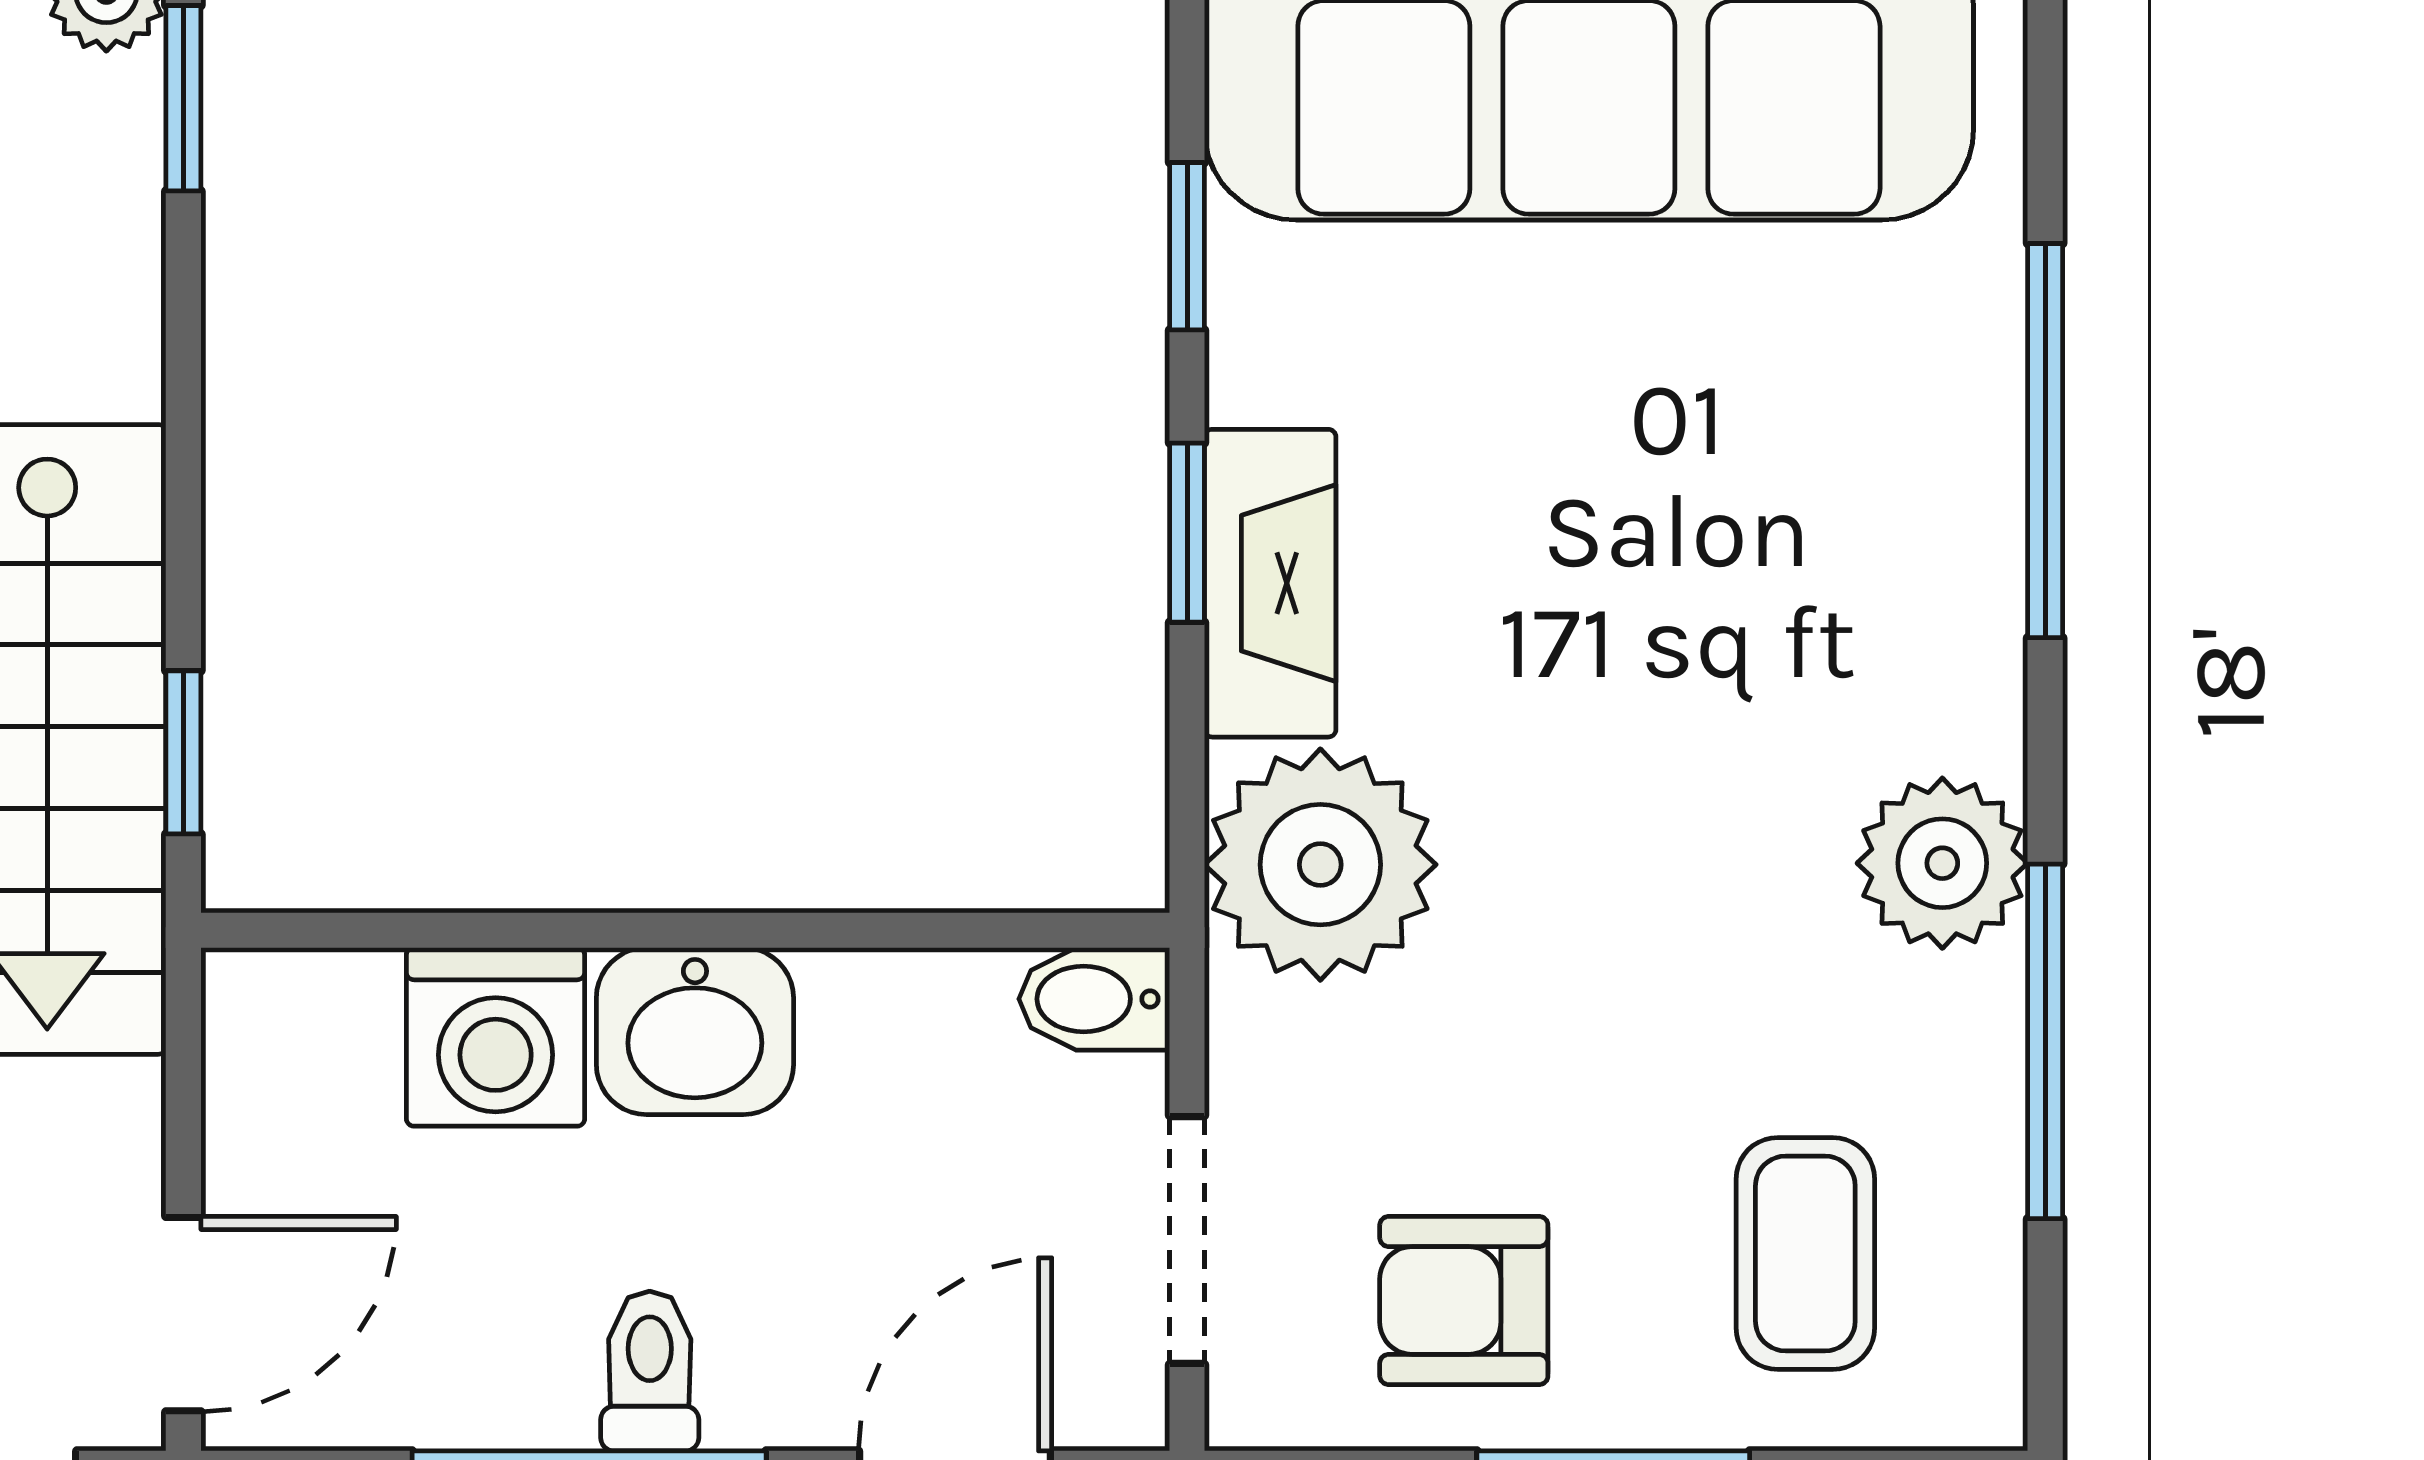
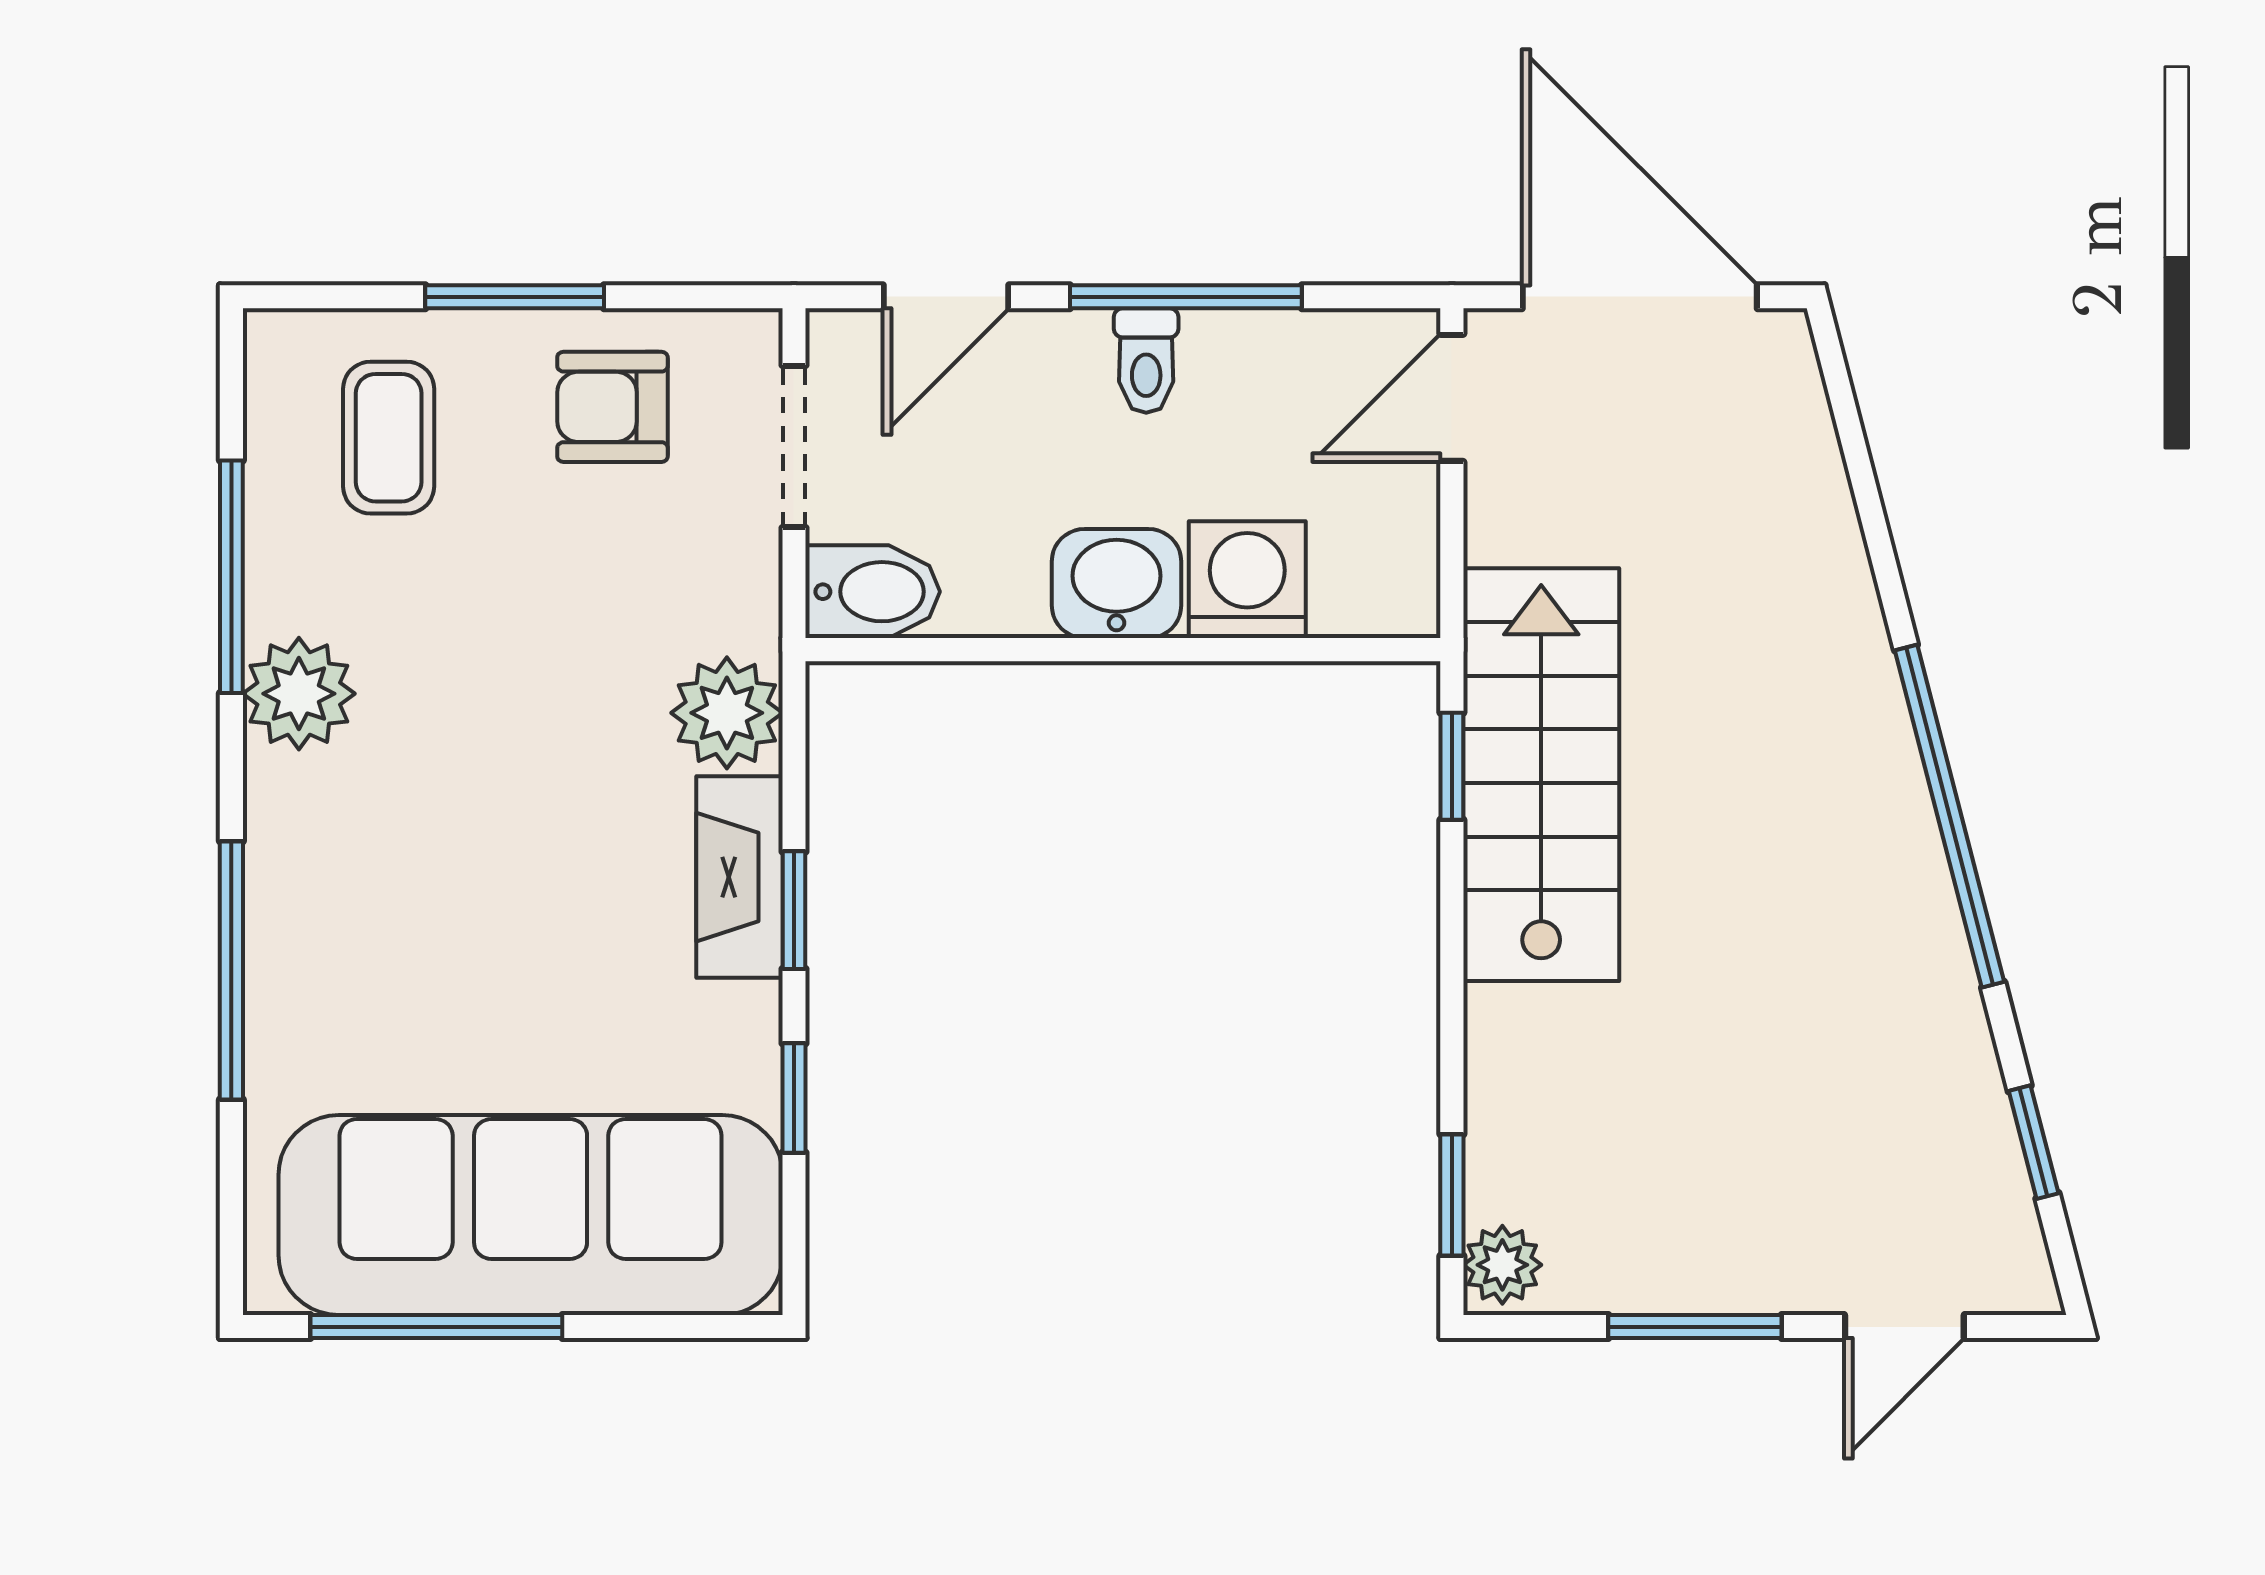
plant: (1320, 865) -> (727, 713), width x0.73, depth x0.73
bidet: (1094, 999) -> (873, 592), width x1.38, depth x1.36
armchair: (1464, 1300) -> (612, 407), turned 180

